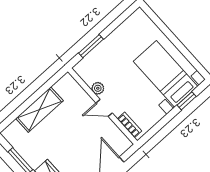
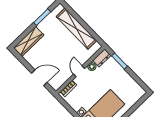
dresser: (85, 73) -> (102, 58), added
shelving: (39, 110) -> (76, 29), width x1.47

